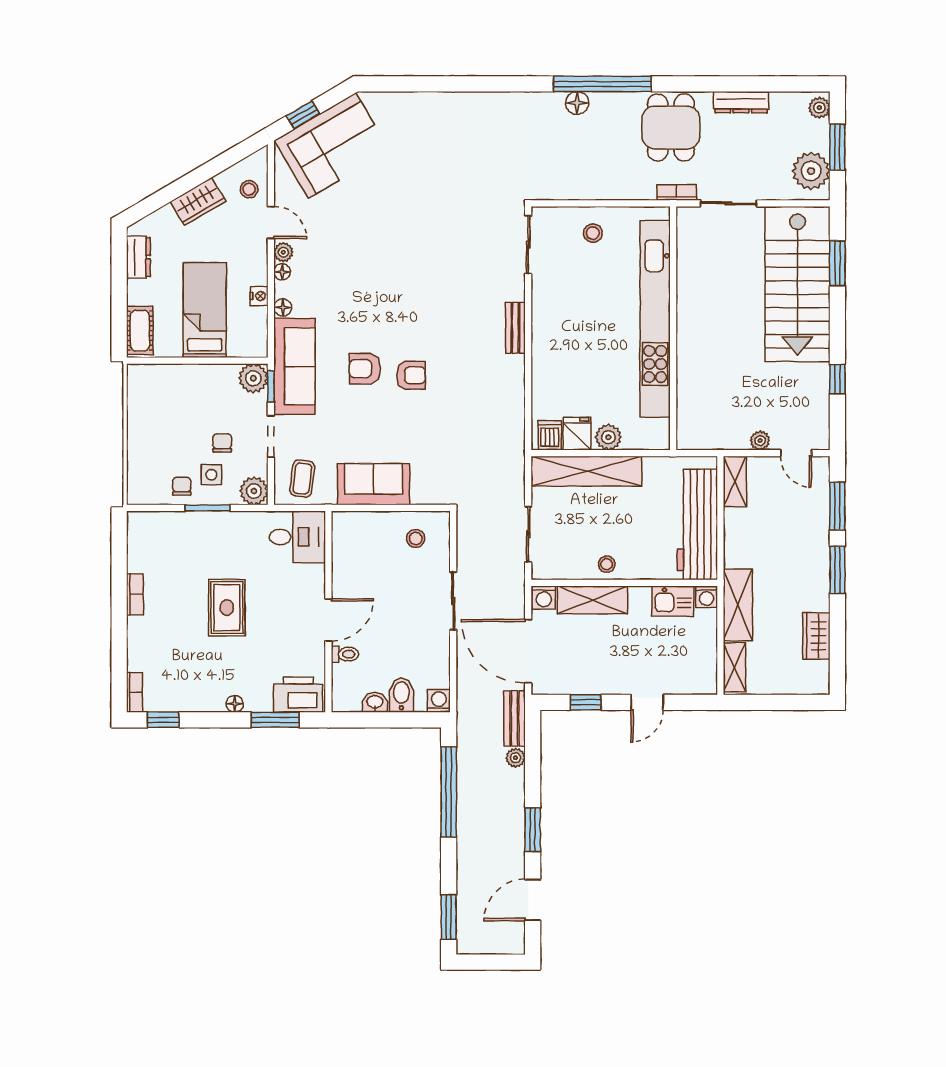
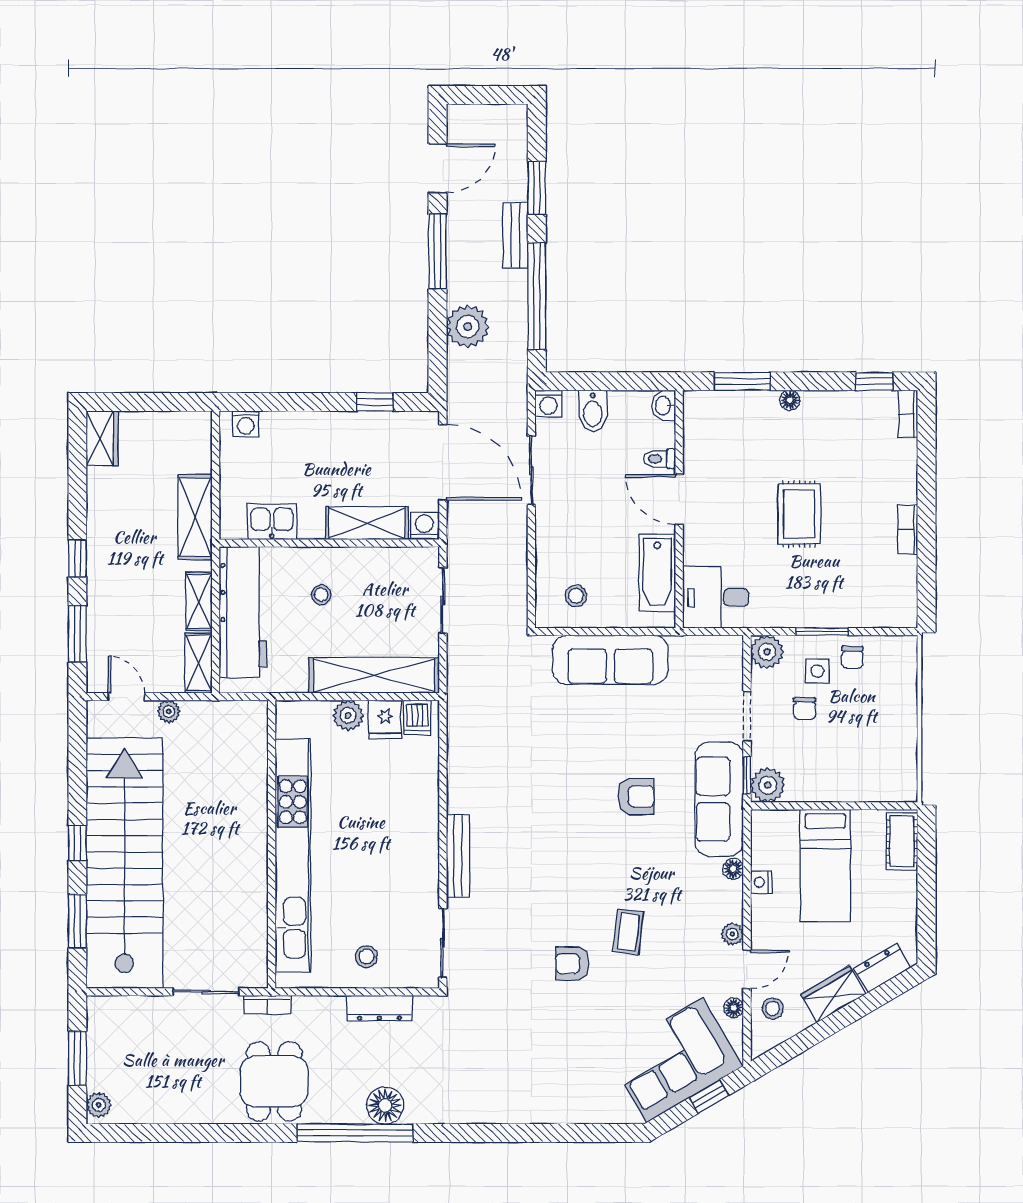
dresser: (741, 102) -> (379, 1008), moved, turned 180
floor lamp: (577, 103) -> (385, 1105), width x1.38, depth x1.38
plant: (811, 171) -> (108, 1030), removed
door: (271, 222) -> (747, 969), swing flipped
dresser: (138, 257) -> (883, 968), moved, turned 60
floor lamp: (282, 272) -> (734, 1008), moved
stairs: (797, 284) -> (124, 863), width x1.36
bench: (515, 328) -> (458, 856), width x1.36
armchair: (411, 375) -> (572, 964), moved
window: (837, 379) -> (77, 843), moved
coffee table: (302, 479) -> (628, 932), moved
sofa: (374, 484) -> (610, 660), width x1.36
bathtub: (347, 558) -> (657, 573), added
stool: (607, 564) -> (321, 595), moved
window: (837, 570) -> (77, 559), width x0.67
washing machine: (707, 597) -> (246, 424), moved, turned 180
sliding door: (453, 601) -> (531, 471), moved
door: (328, 620) -> (679, 499), hinge flipped
wardrobe: (816, 636) -> (102, 438), moved
shelving: (735, 667) -> (199, 602), moved
printer: (298, 695) -> (715, 411), removed
washbasin: (375, 702) -> (664, 406), moved, turned 90
door: (647, 702) -> (302, 402), removed
bench: (515, 718) -> (515, 235), moved
plant: (516, 758) -> (468, 327), width x1.88, depth x1.88
window: (533, 830) -> (438, 252), width x1.44
window: (449, 917) -> (537, 188), moved

